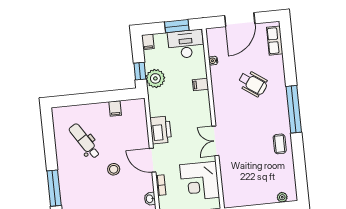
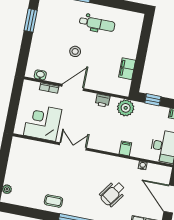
plant: (155, 78) -> (126, 108), moved
filing cabinet: (115, 108) -> (127, 69), width x2.00
printer: (161, 130) -> (103, 101), width x0.53, depth x0.68
dental chair: (84, 141) -> (97, 24), moved, turned 33

